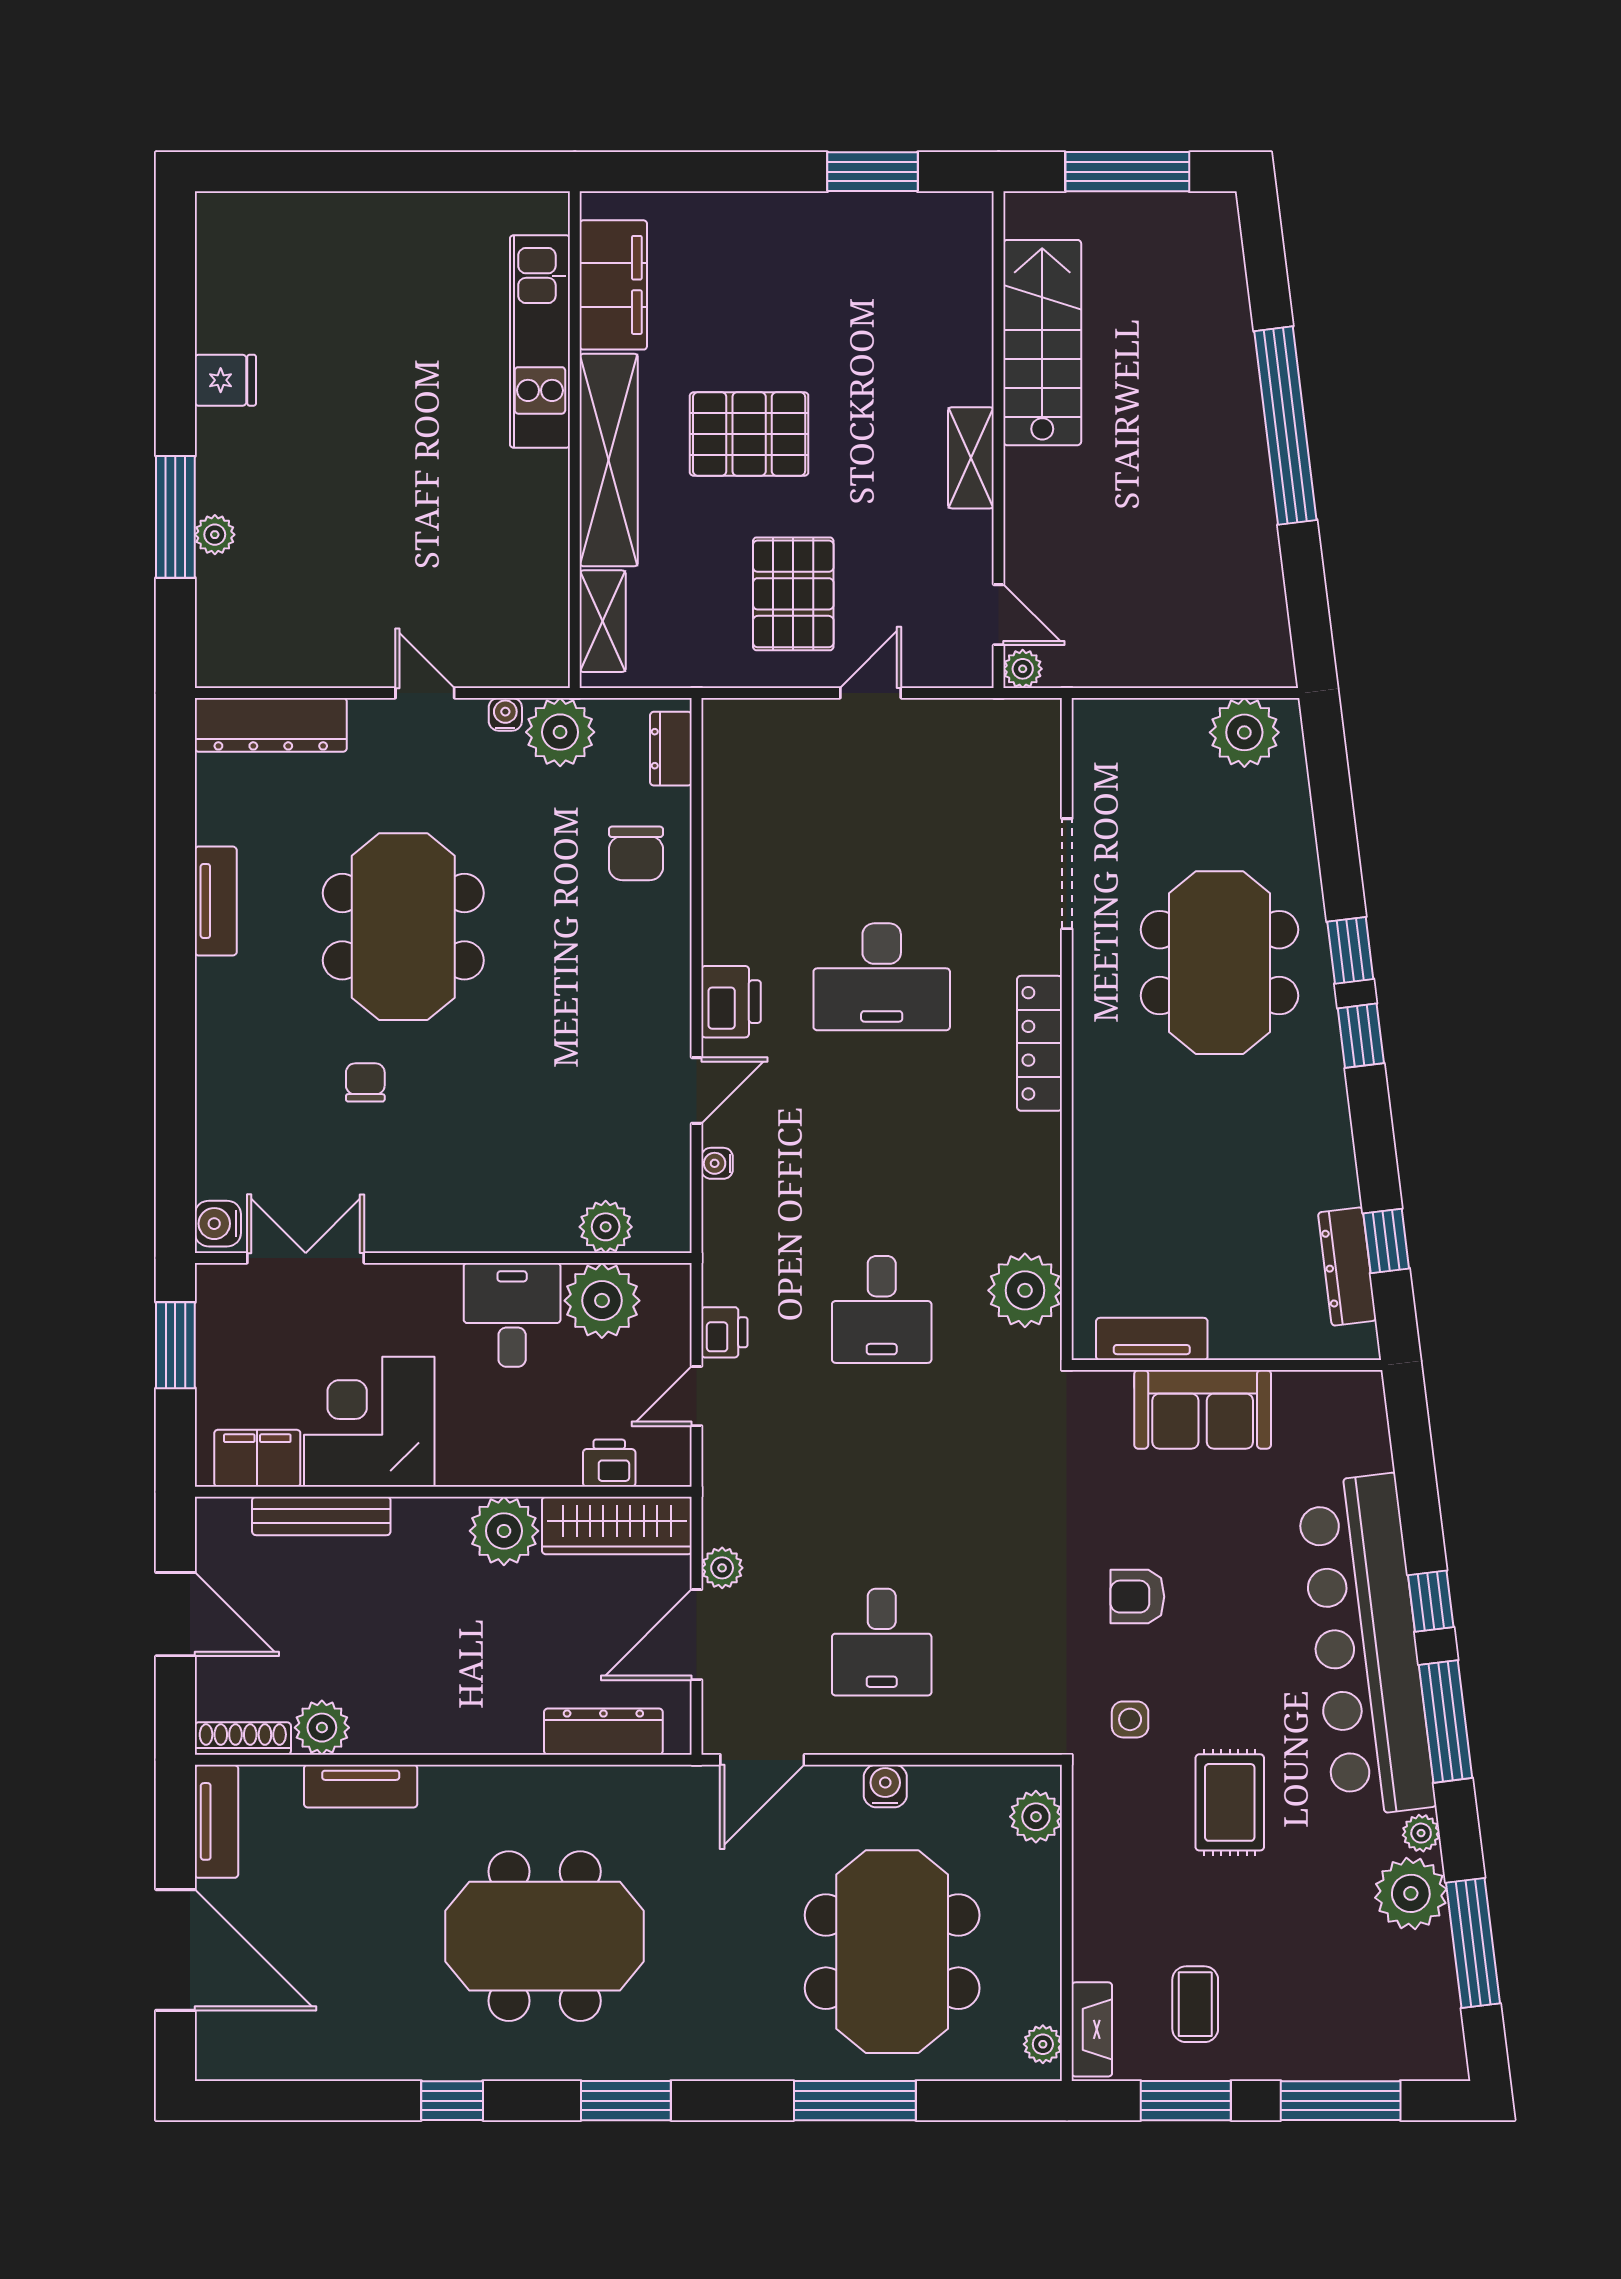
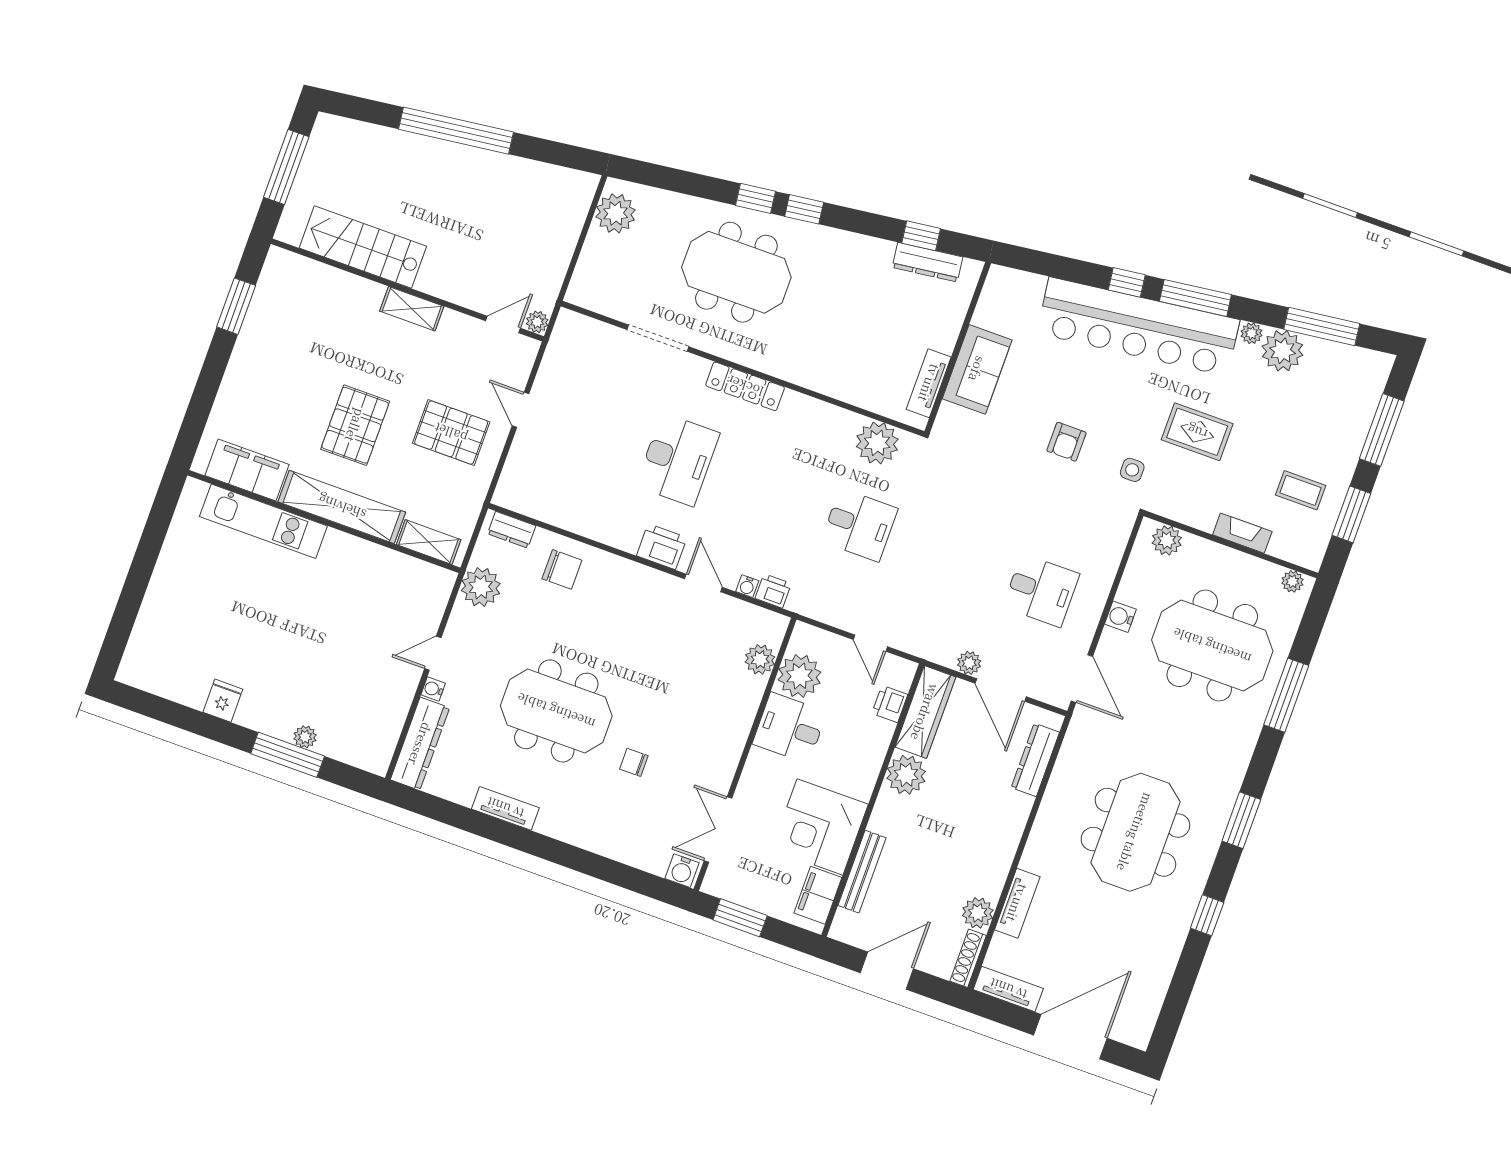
water cooler: (505, 714) -> (433, 689), moved
printer: (724, 1332) -> (773, 591), moved
fireplace: (1092, 2029) -> (1242, 533), moved

